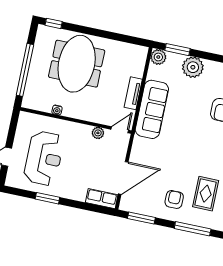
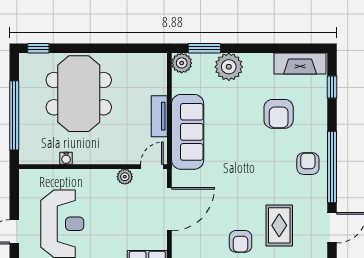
door: (123, 178) -> (169, 209), moved
armchair: (174, 199) -> (241, 241), turned 180

